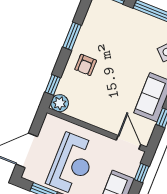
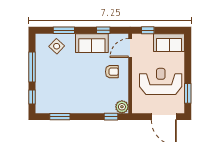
window: (72, 36) -> (60, 117), moved
armchair: (86, 65) -> (112, 72), moved

